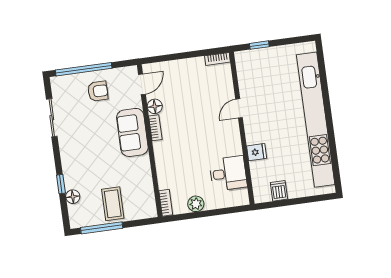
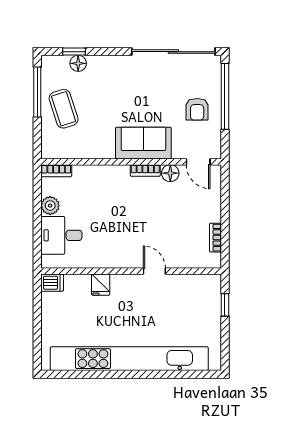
bookcase: (217, 59) -> (215, 238), moved
sliding door: (52, 118) -> (173, 52), width x1.86
desk: (228, 173) -> (61, 235), moved, turned 90
window: (61, 184) -> (74, 52), moved
dishwasher: (279, 191) -> (52, 283), moved
coffee table: (113, 204) -> (64, 109), turned 72

